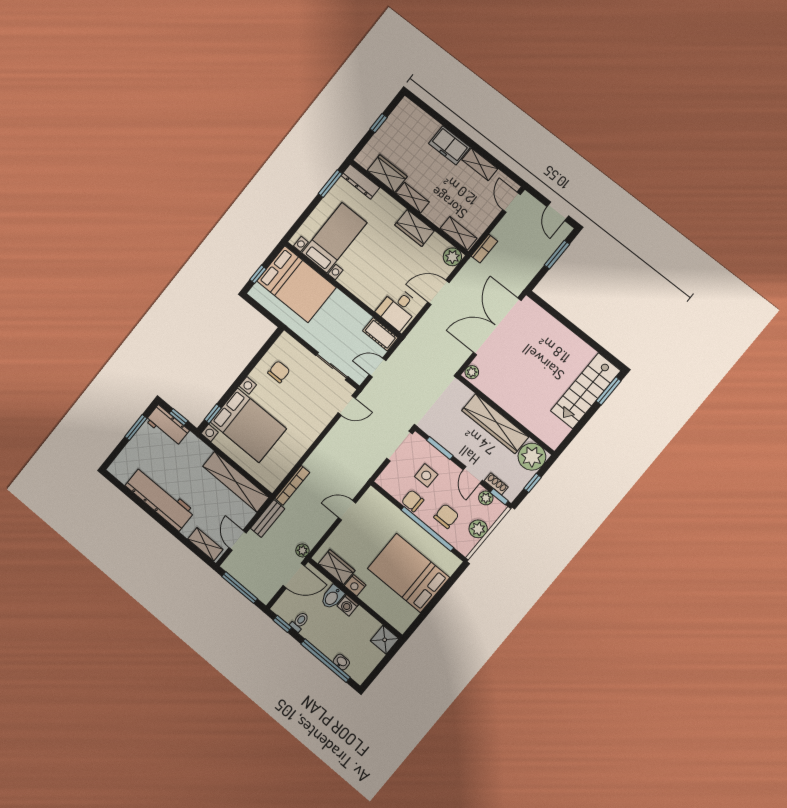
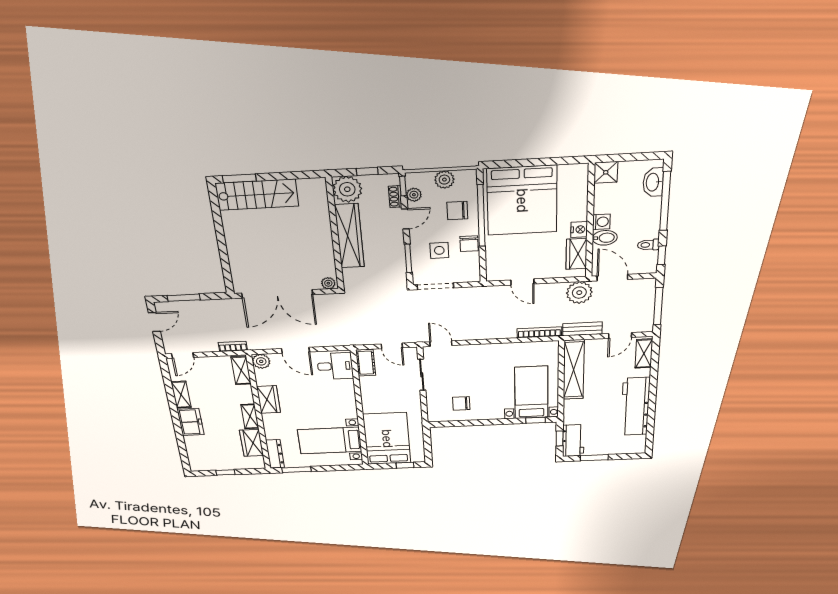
bed with nightstands: (248, 425) -> (531, 393), width x0.73
plant: (302, 550) -> (579, 293), width x1.87, depth x1.87
bed: (409, 573) -> (522, 201), width x1.36
washbasin: (341, 662) -> (653, 182), width x1.91, depth x1.45

